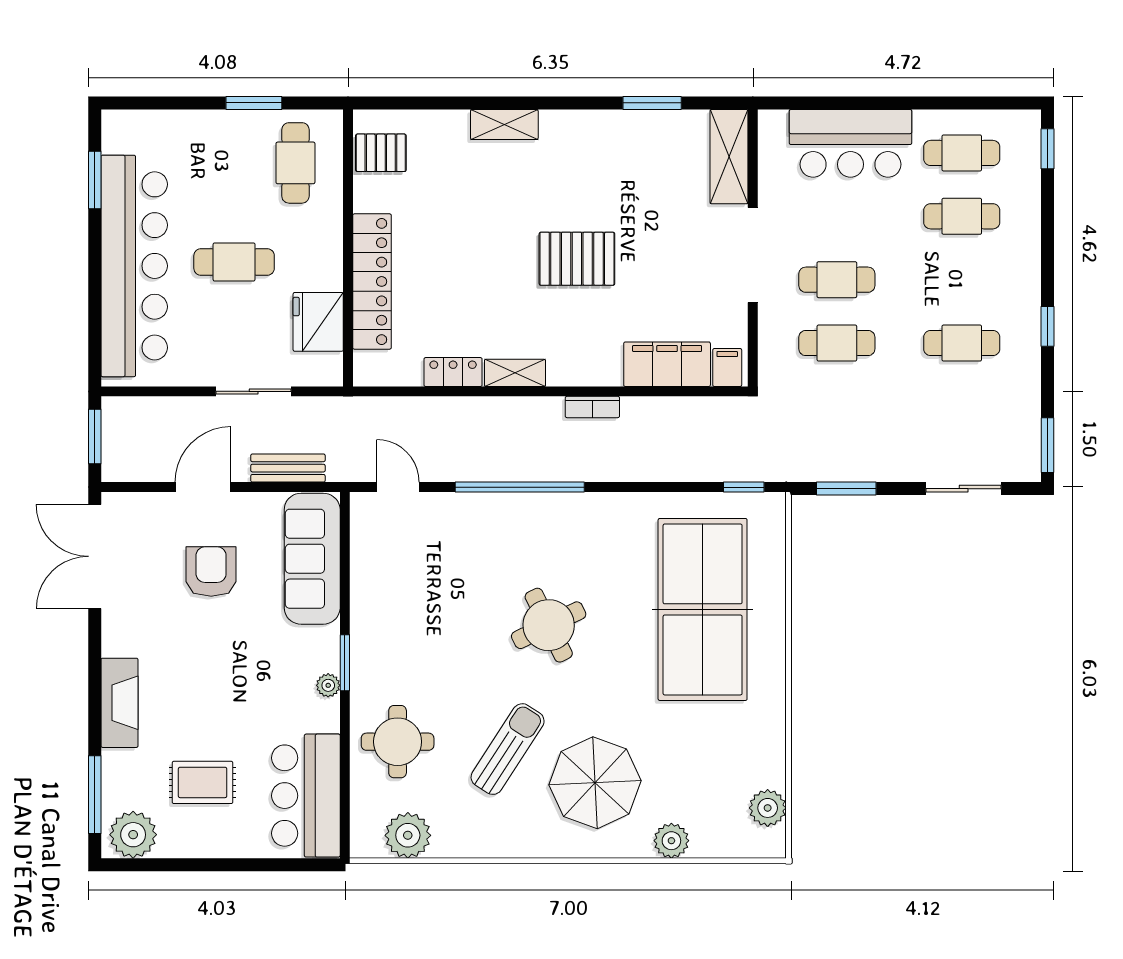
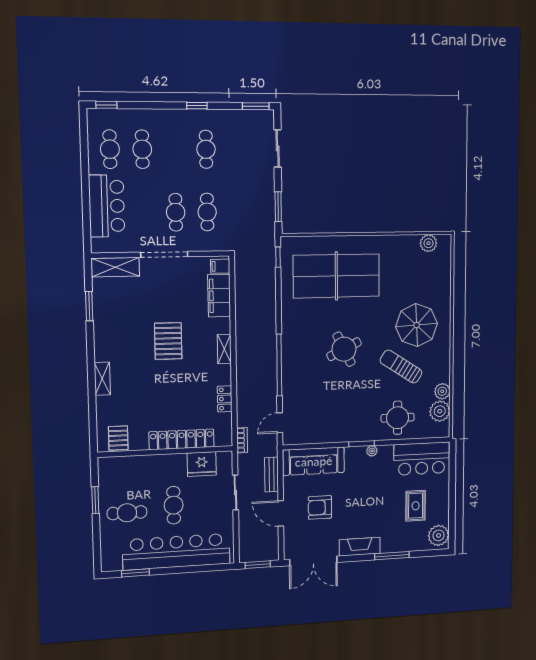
cafe table: (295, 163) -> (127, 513), moved
shelving: (515, 373) -> (224, 349), moved
bookcase: (592, 407) -> (242, 440), moved
fireplace: (119, 703) -> (360, 547), moved
window: (95, 795) -> (392, 556), moved
plant: (671, 841) -> (442, 391), moved

